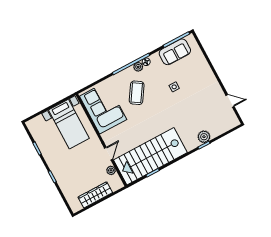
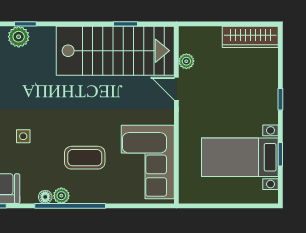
coffee table: (137, 93) -> (85, 158), turned 57
bed with nightstands: (69, 124) -> (240, 157), moved, turned -90
door: (109, 154) -> (176, 89), hinge flipped
wardrobe: (95, 195) -> (250, 37), moved

